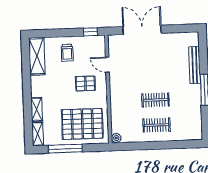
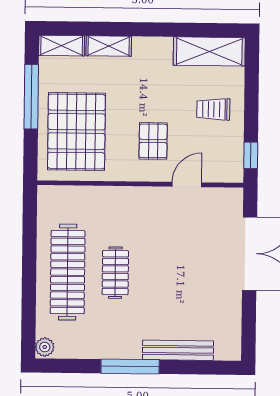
clothes rail: (156, 125) -> (68, 272), width x1.86, depth x1.31
plant: (116, 138) -> (45, 347), moved

